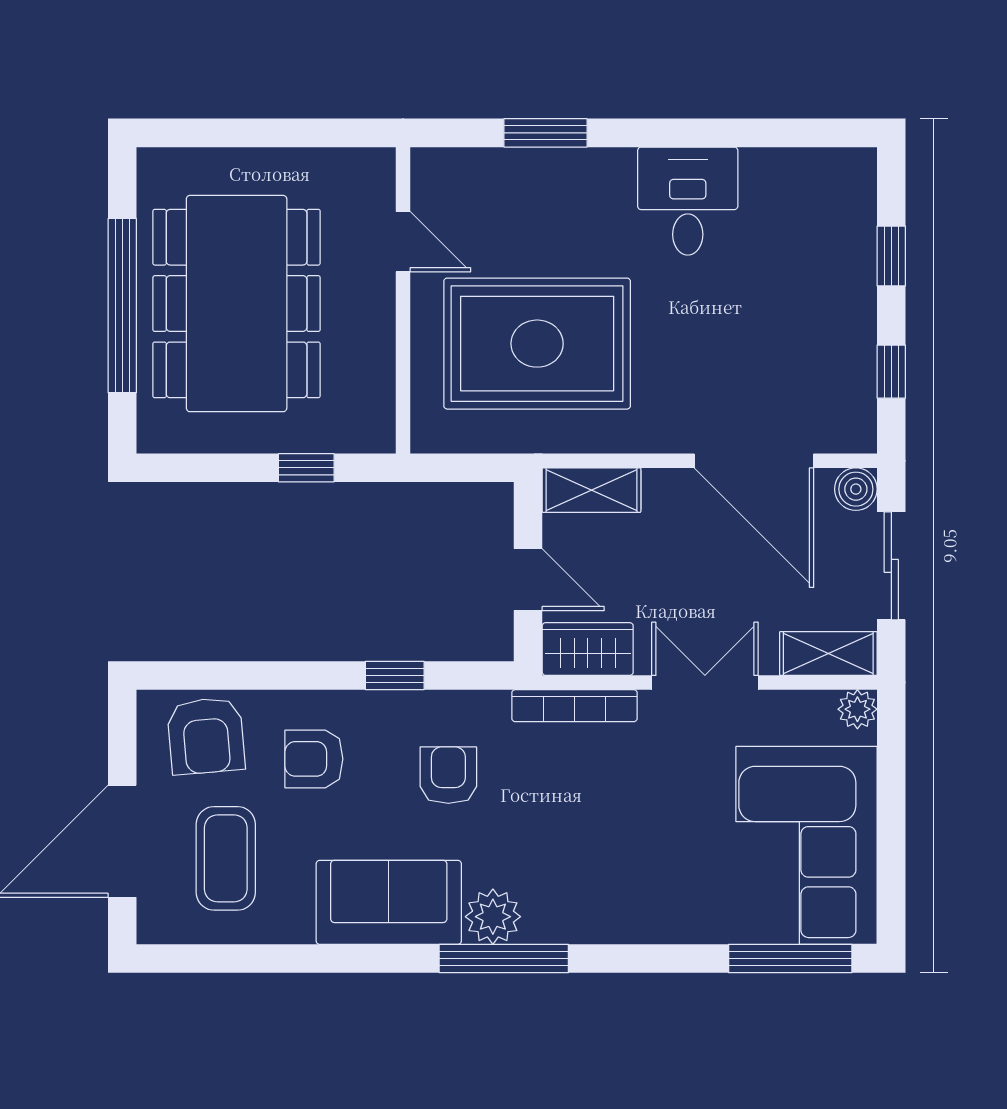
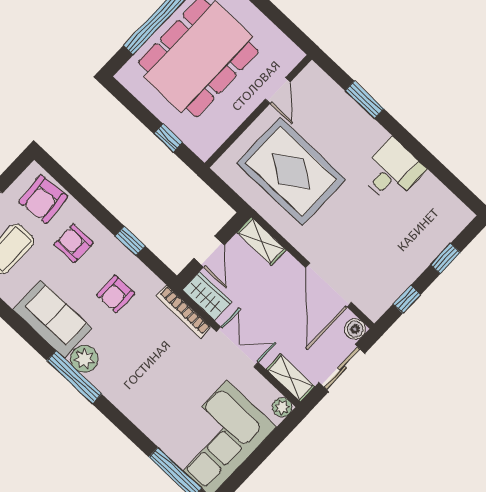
armchair: (448, 775) -> (116, 294), turned 180

